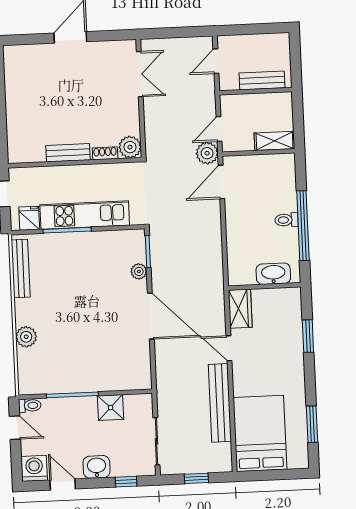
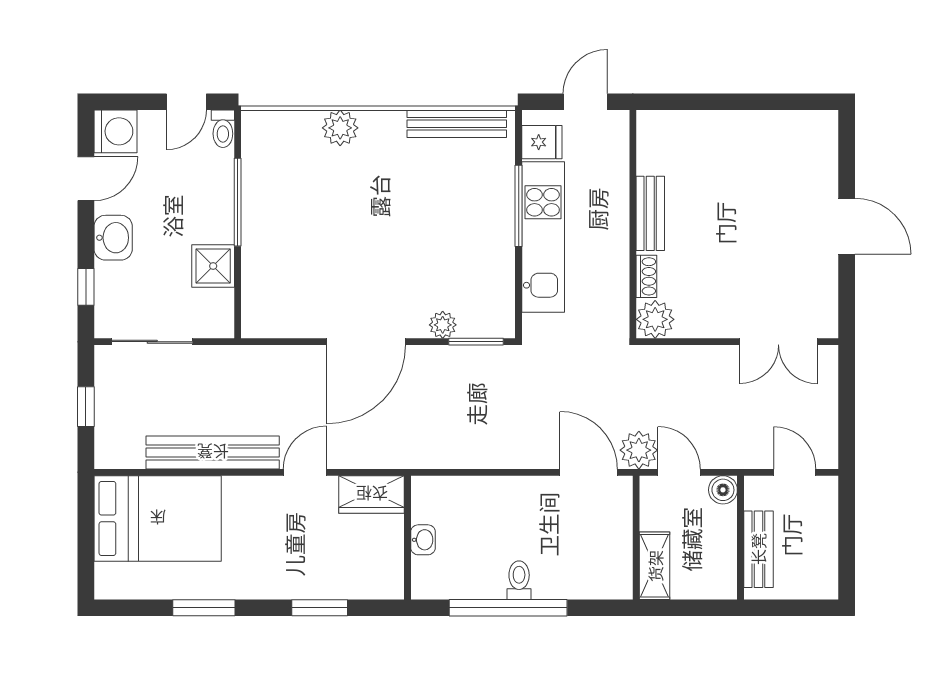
boiler: (228, 103) -> (723, 490), added
washbasin: (273, 274) -> (423, 540), width x0.52, depth x0.69
window: (312, 424) -> (204, 608), moved

